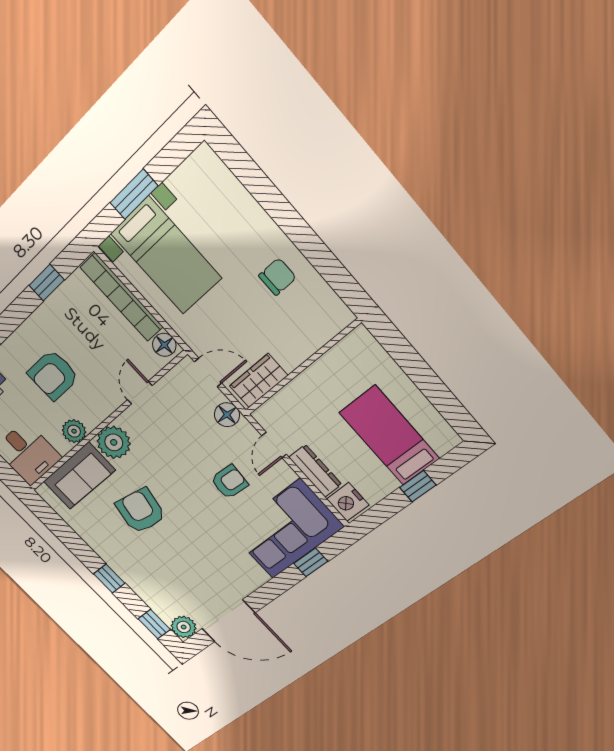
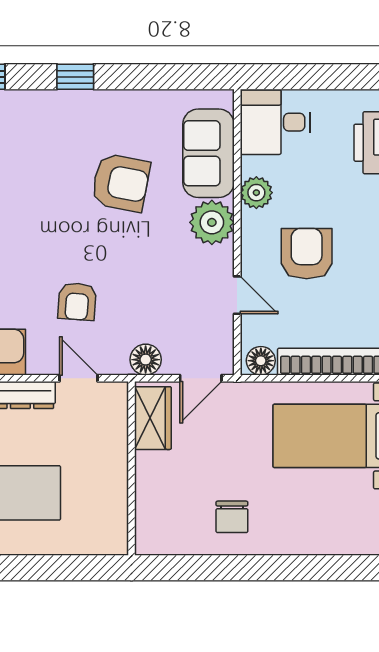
armchair: (53, 375) -> (307, 254), moved

